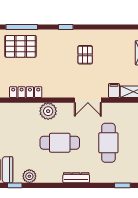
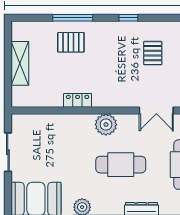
pallet: (20, 46) -> (71, 42), width x0.67, depth x0.71
locker: (26, 92) -> (78, 100), width x0.66

